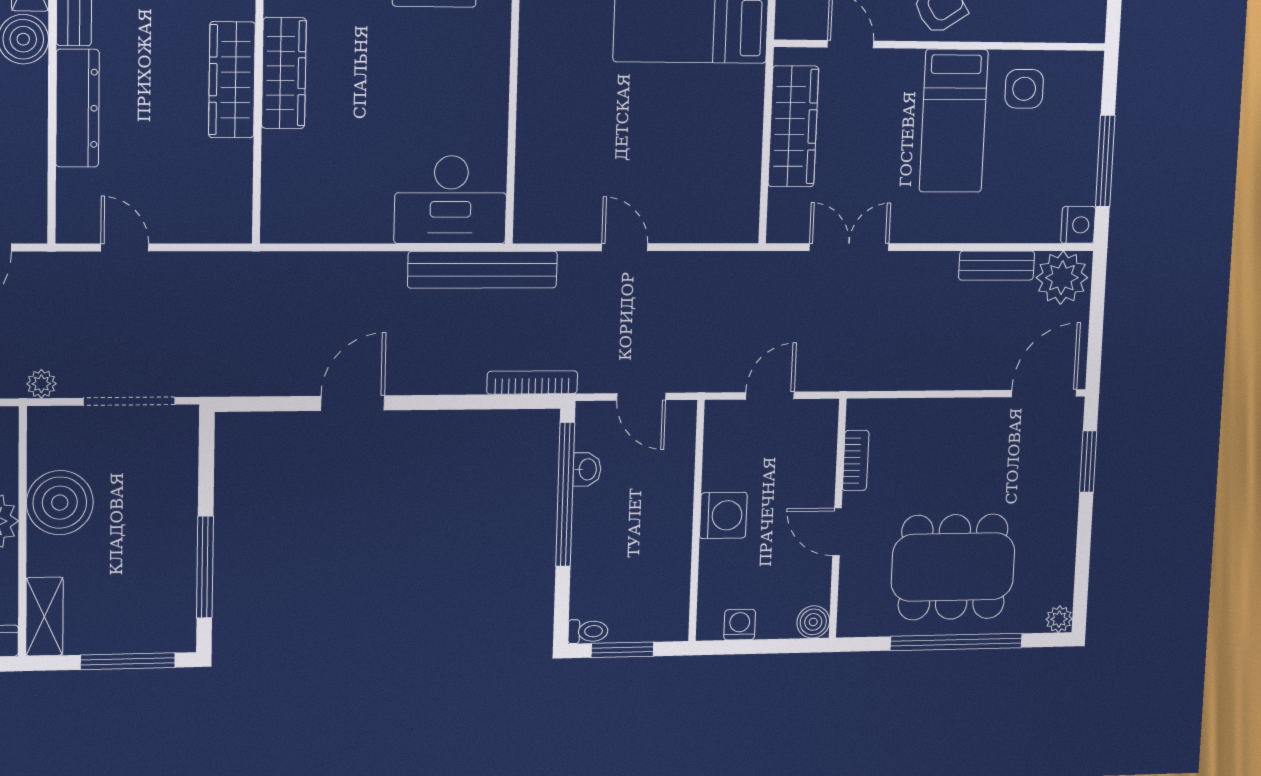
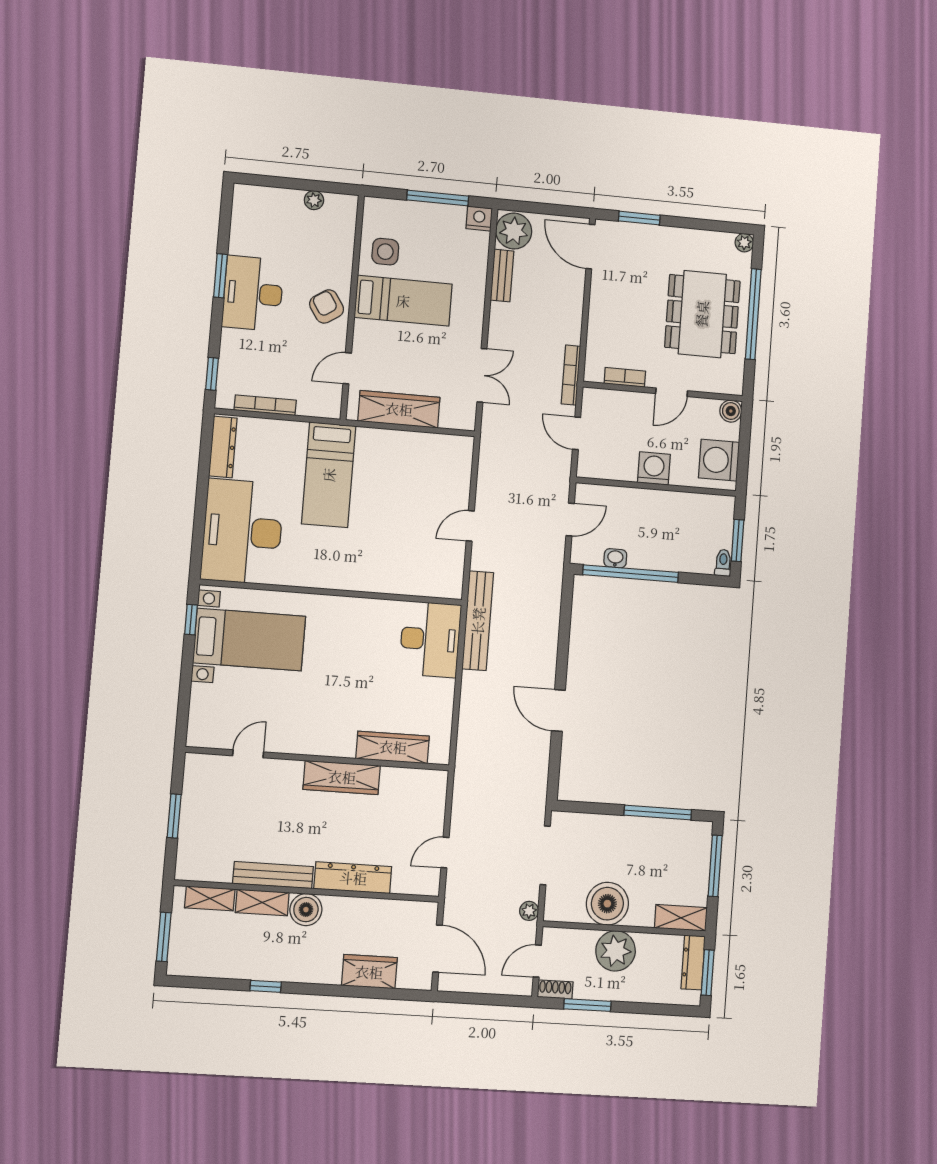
wardrobe: (284, 73) -> (393, 747), moved
double door: (849, 247) -> (482, 375), swing flipped
bookcase: (532, 382) -> (571, 375), moved
washing machine: (740, 625) -> (719, 460), width x1.89, depth x1.89

